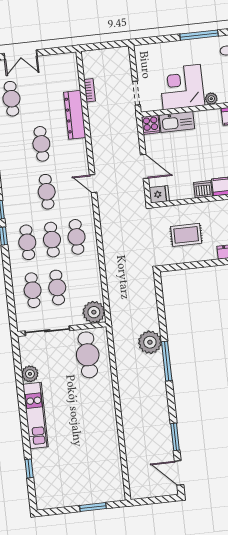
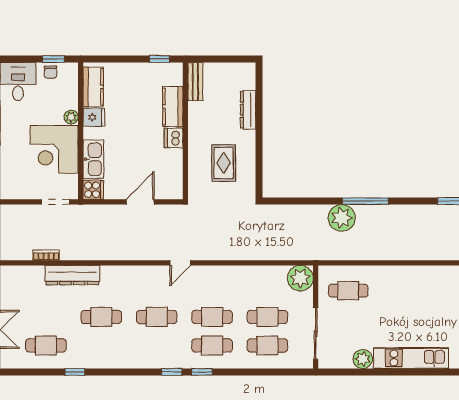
door: (93, 184) -> (180, 263), moved
fridge: (159, 194) -> (94, 117), moved, turned 90
cafe table: (77, 237) -> (212, 288), removed
cafe table: (88, 355) -> (348, 291), width x0.73, depth x0.74

